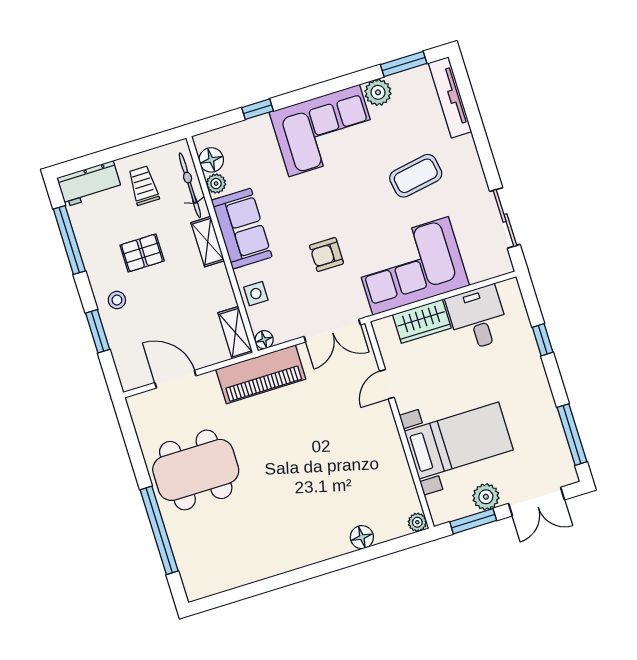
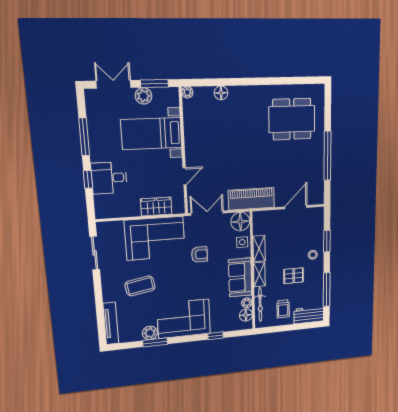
window: (404, 64) -> (155, 342), moved
desk: (478, 318) -> (109, 178), moved, turned 90
shelving: (235, 333) -> (259, 249), moved
floor lamp: (264, 340) -> (240, 222), width x1.89, depth x1.89
door: (175, 379) -> (296, 207), swing flipped
window: (572, 435) -> (84, 137), moved
dining table: (196, 470) -> (292, 119), moved
window: (159, 530) -> (327, 156), moved

